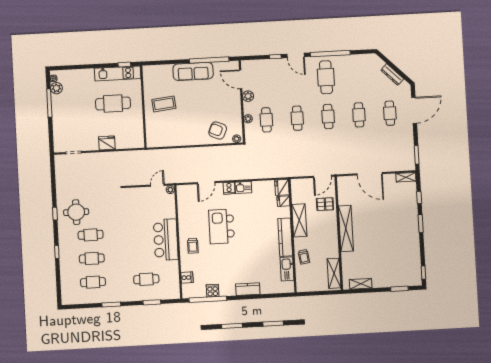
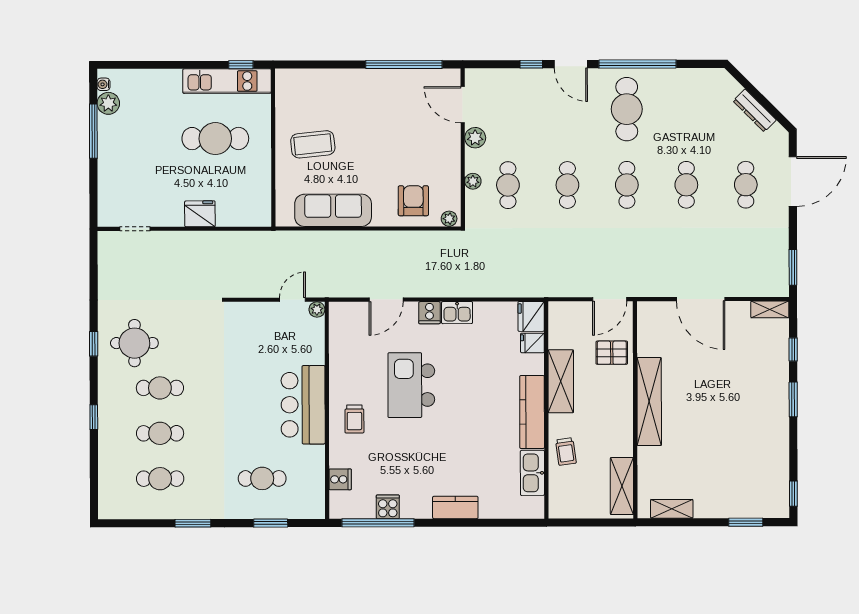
sofa: (193, 71) -> (333, 210), moved, turned 180
armchair: (218, 130) -> (413, 201), turned 67

